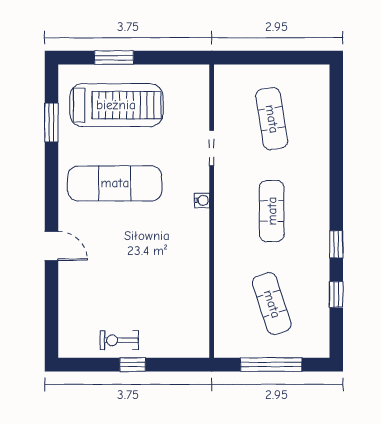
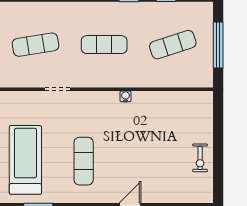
exercise mat: (115, 183) -> (84, 161), width x0.73, depth x0.69
water cooler: (202, 200) -> (126, 96), moved
window: (133, 365) -> (218, 148), removed

